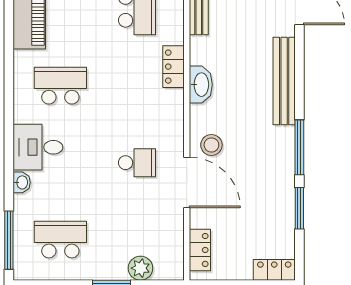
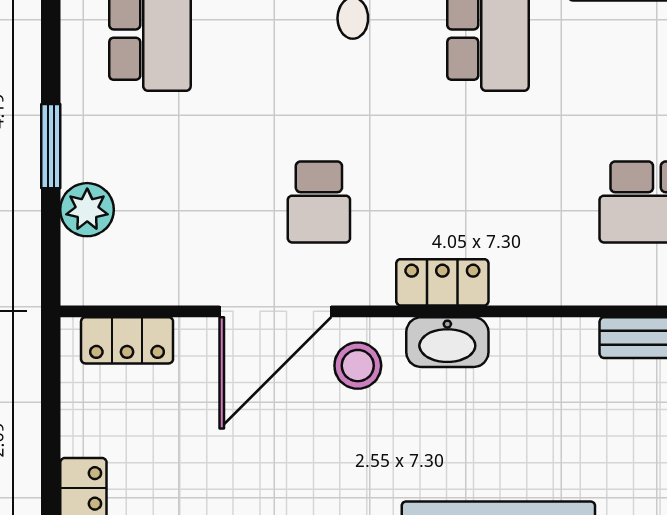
locker: (174, 67) -> (442, 282), moved
washbasin: (201, 85) -> (447, 342), moved

